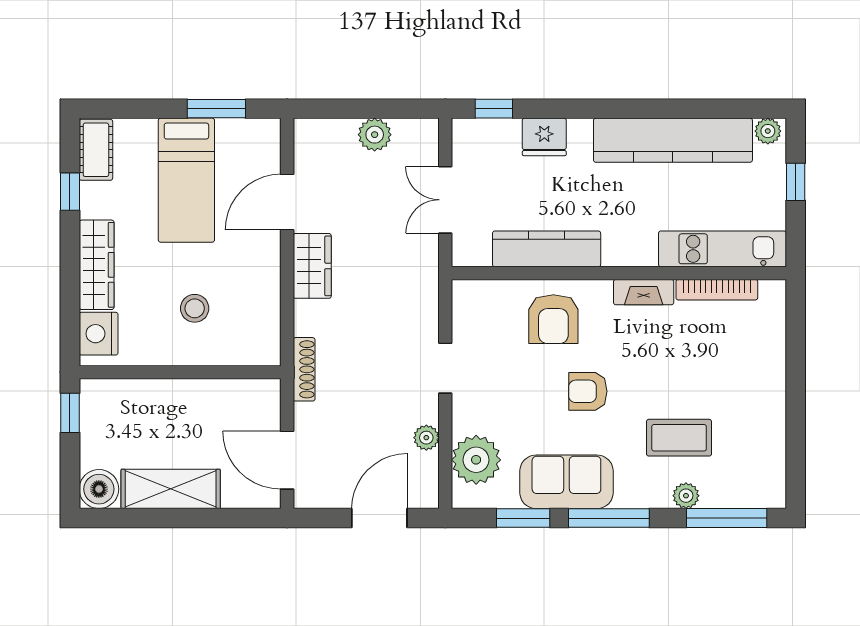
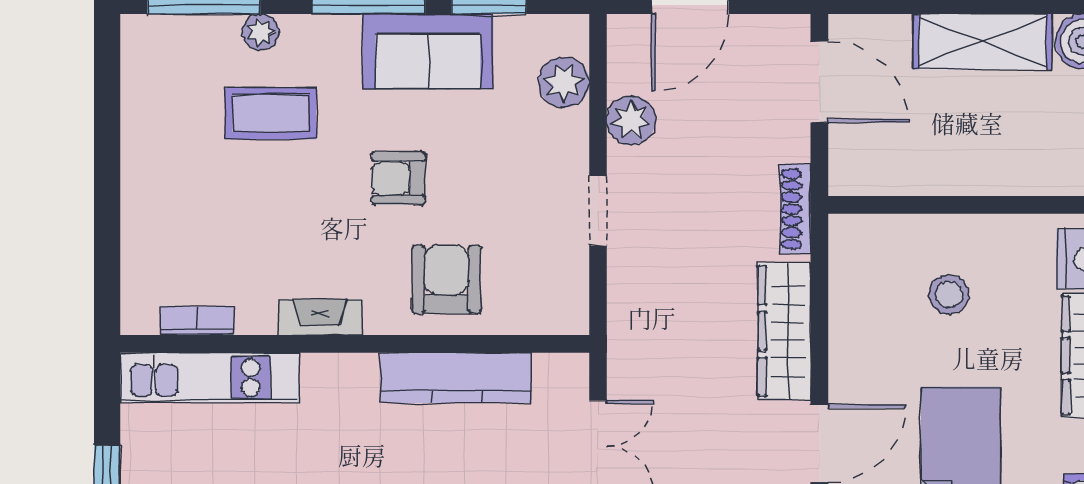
wardrobe: (312, 266) -> (784, 331), width x1.50
bookcase: (717, 290) -> (197, 321), width x0.64
armchair: (588, 391) -> (398, 178), turned 180
plant: (426, 438) -> (631, 120), width x1.38, depth x1.38
plant: (476, 460) -> (564, 82), width x0.73, depth x0.73

